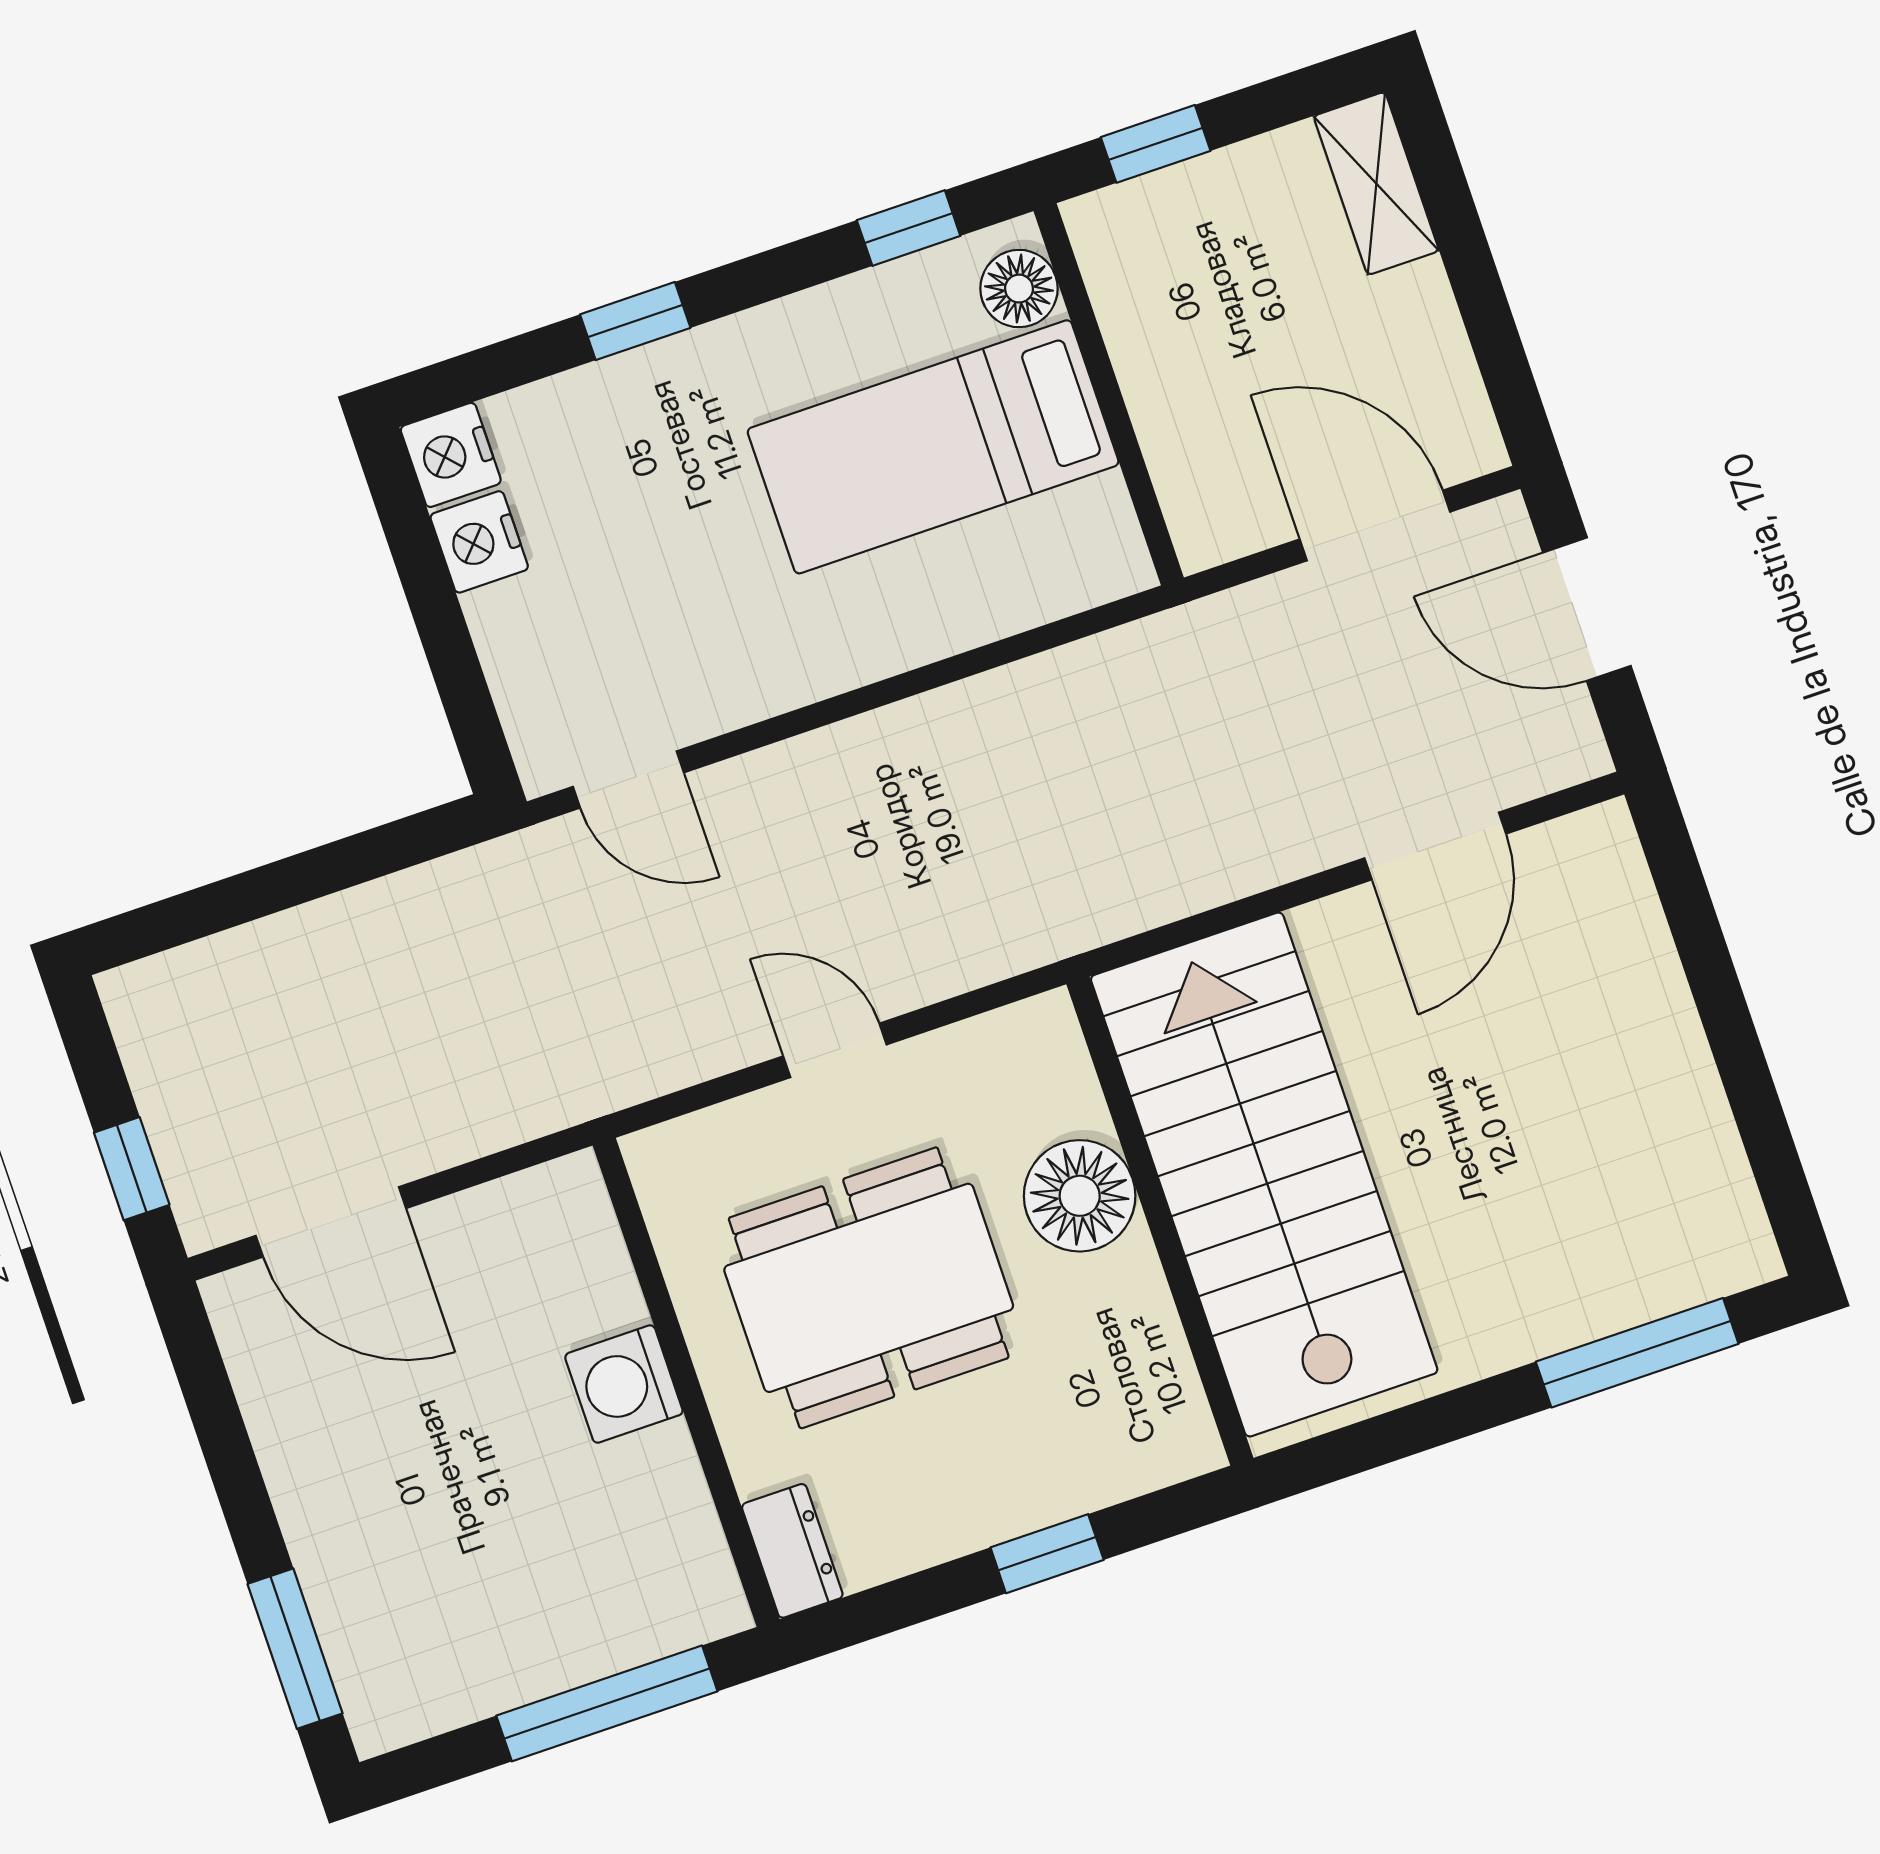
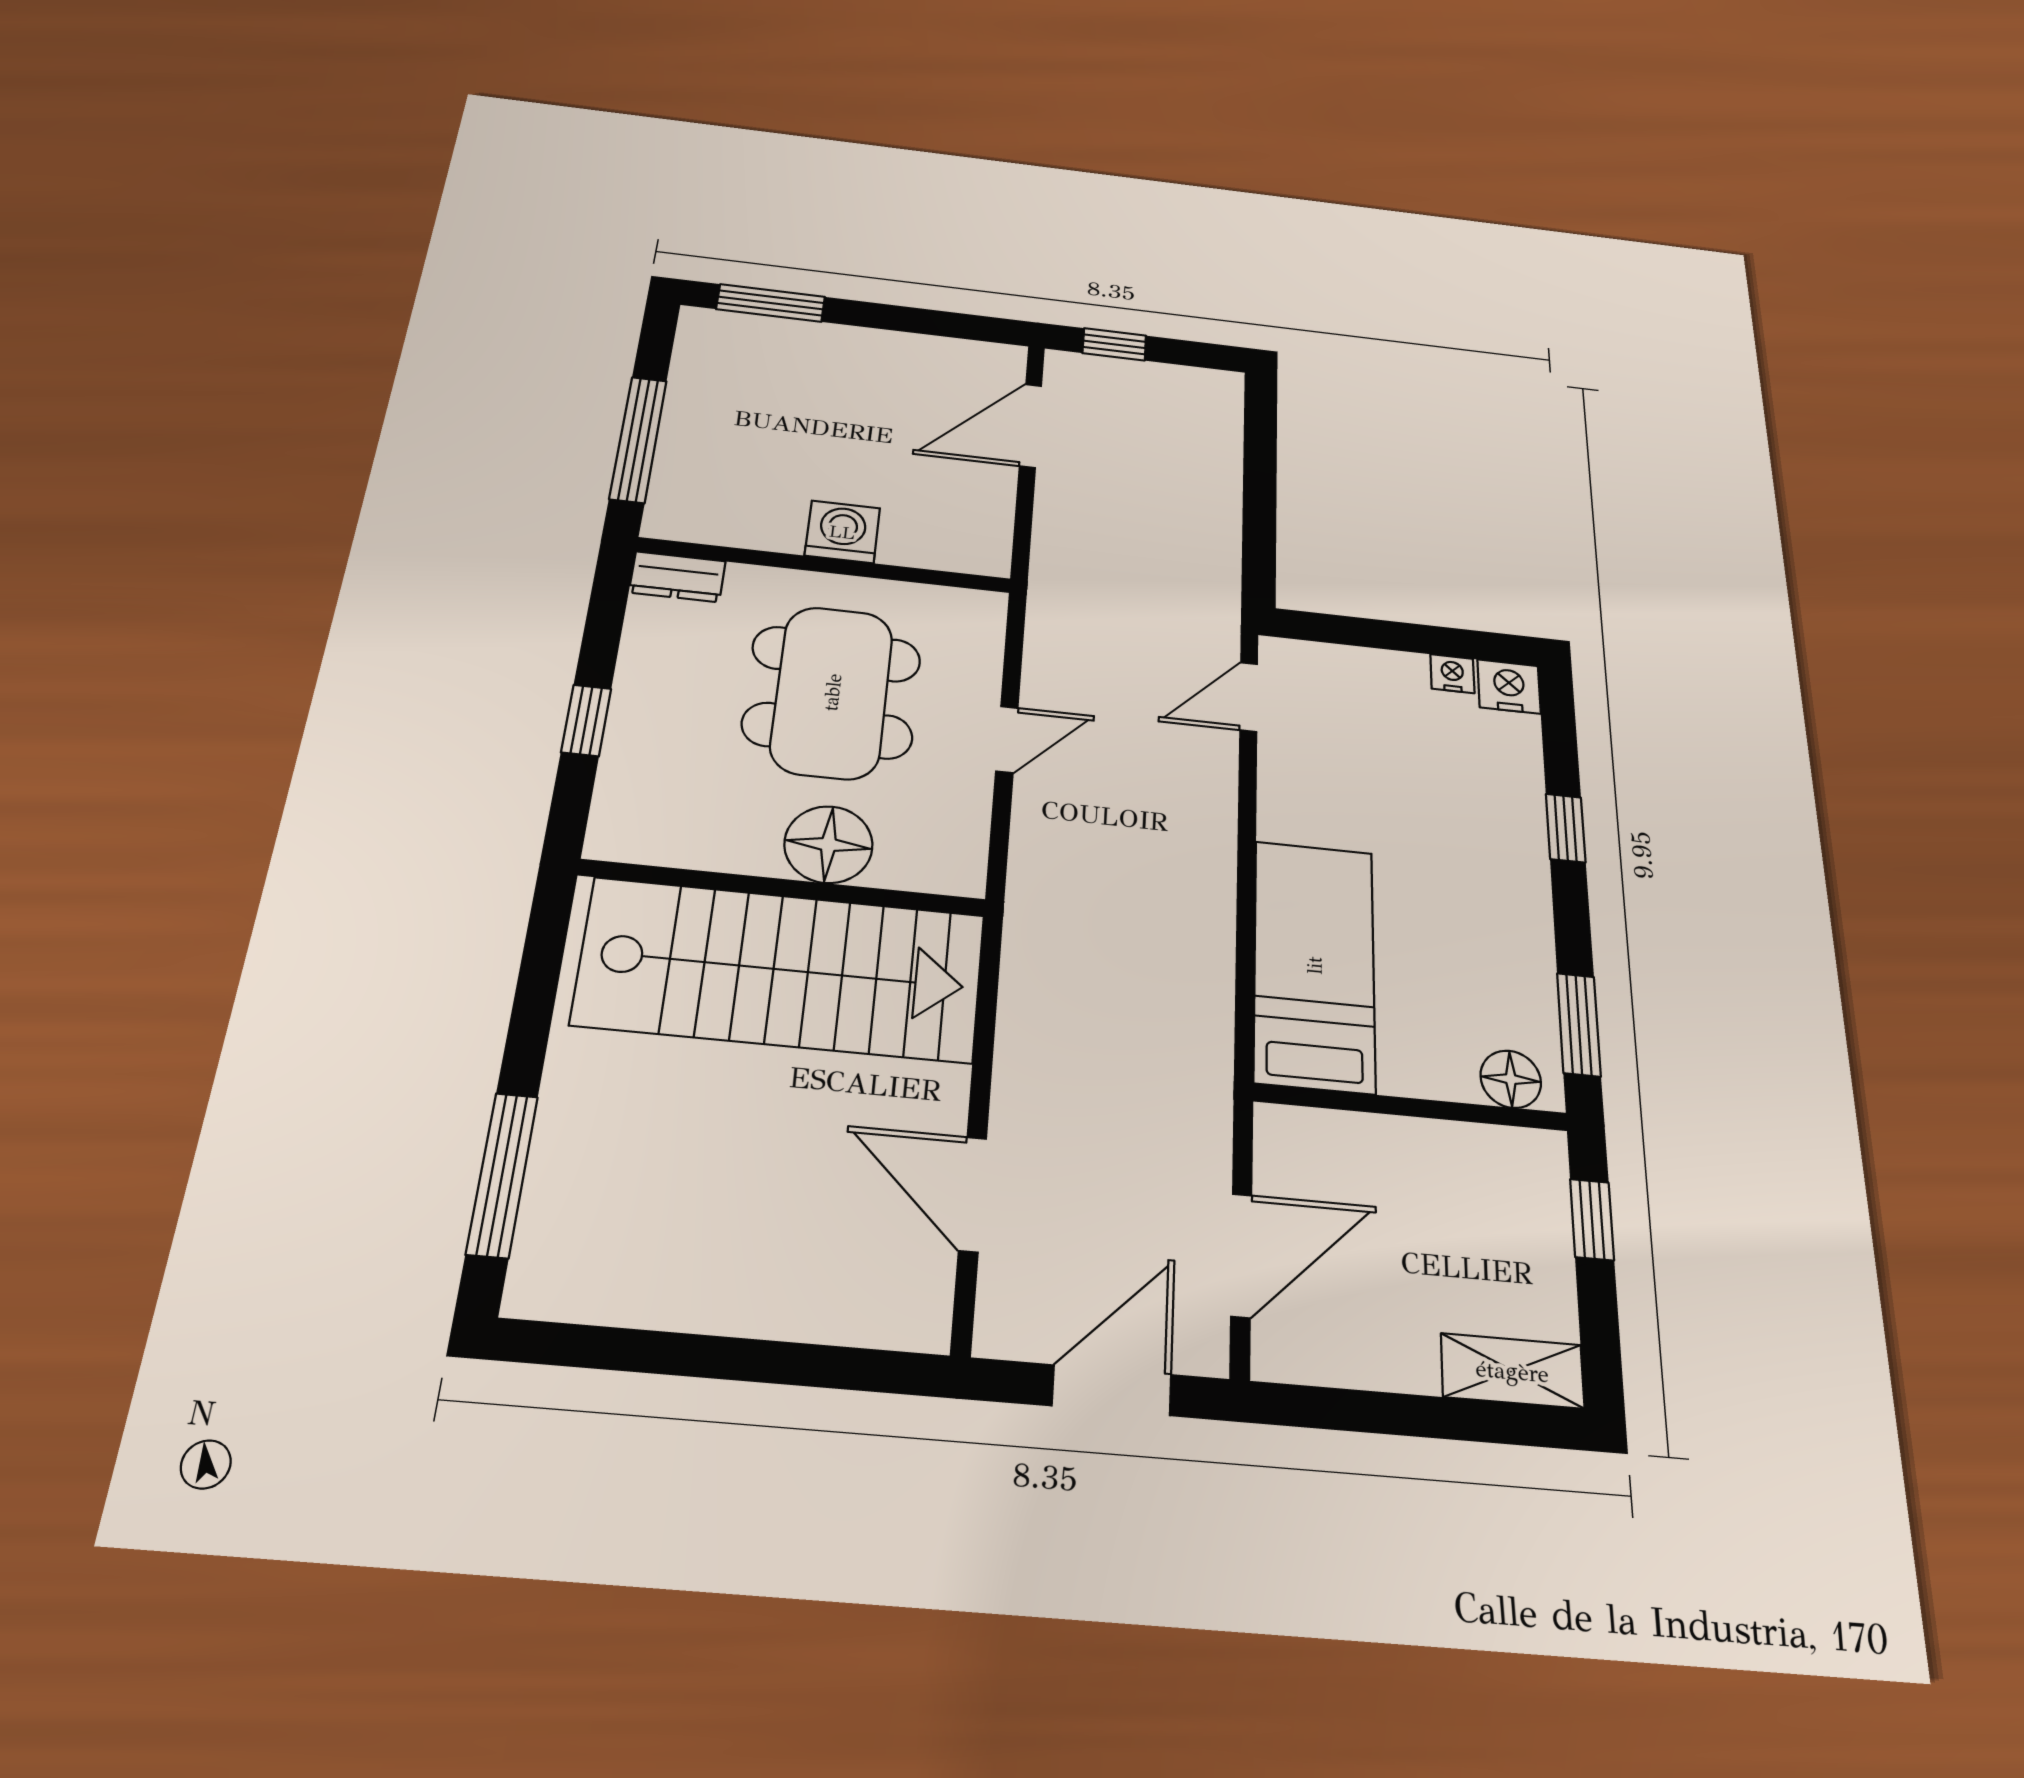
window: (909, 228) -> (1579, 1024), width x1.50
bed: (933, 447) -> (1314, 965), moved
nightstand: (479, 542) -> (1452, 674), width x0.72, depth x0.74

